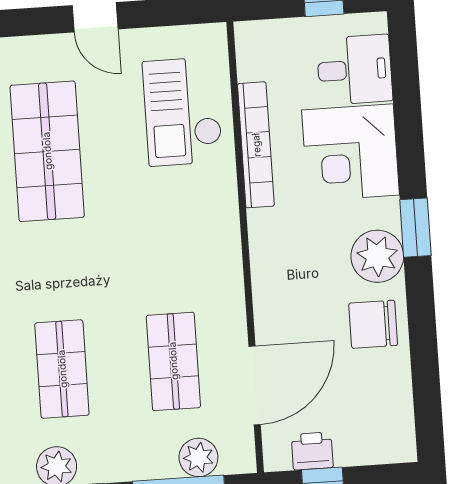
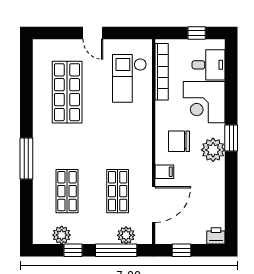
bookcase: (256, 145) -> (162, 72), moved
filing cabinet: (273, 312) -> (164, 172), added
chair: (373, 324) -> (179, 141), moved
printer: (312, 451) -> (216, 236), moved

